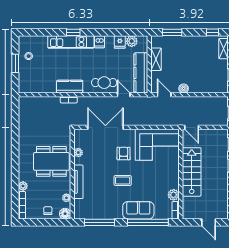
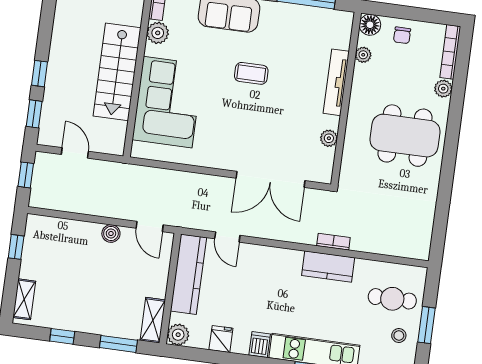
window: (212, 32) -> (62, 336), moved
plant: (132, 41) -> (178, 335), moved
shelving: (156, 59) -> (153, 320), moved
cafe table: (104, 83) -> (392, 299), moved
door: (192, 127) -> (75, 153), moved
corner sofa: (157, 145) -> (168, 102), moved, turned 90
armchair: (124, 153) -> (243, 125), removed
dining table: (51, 161) -> (405, 136), moved

